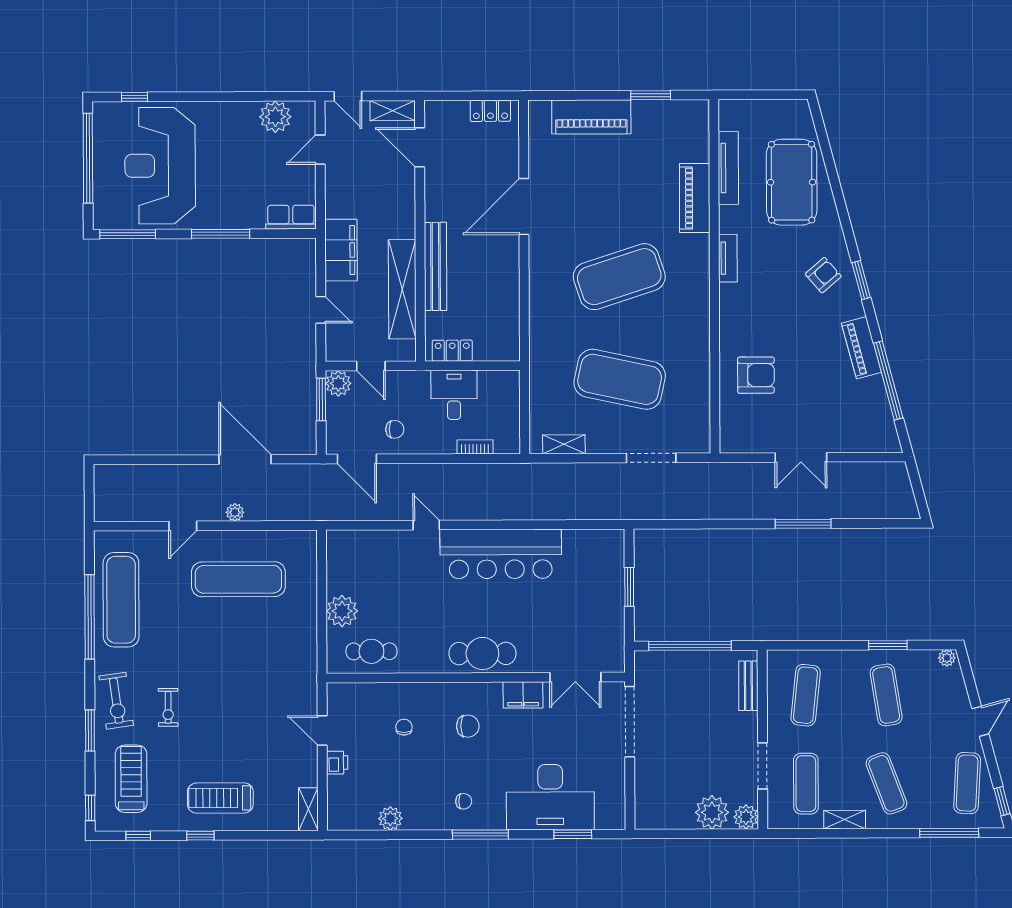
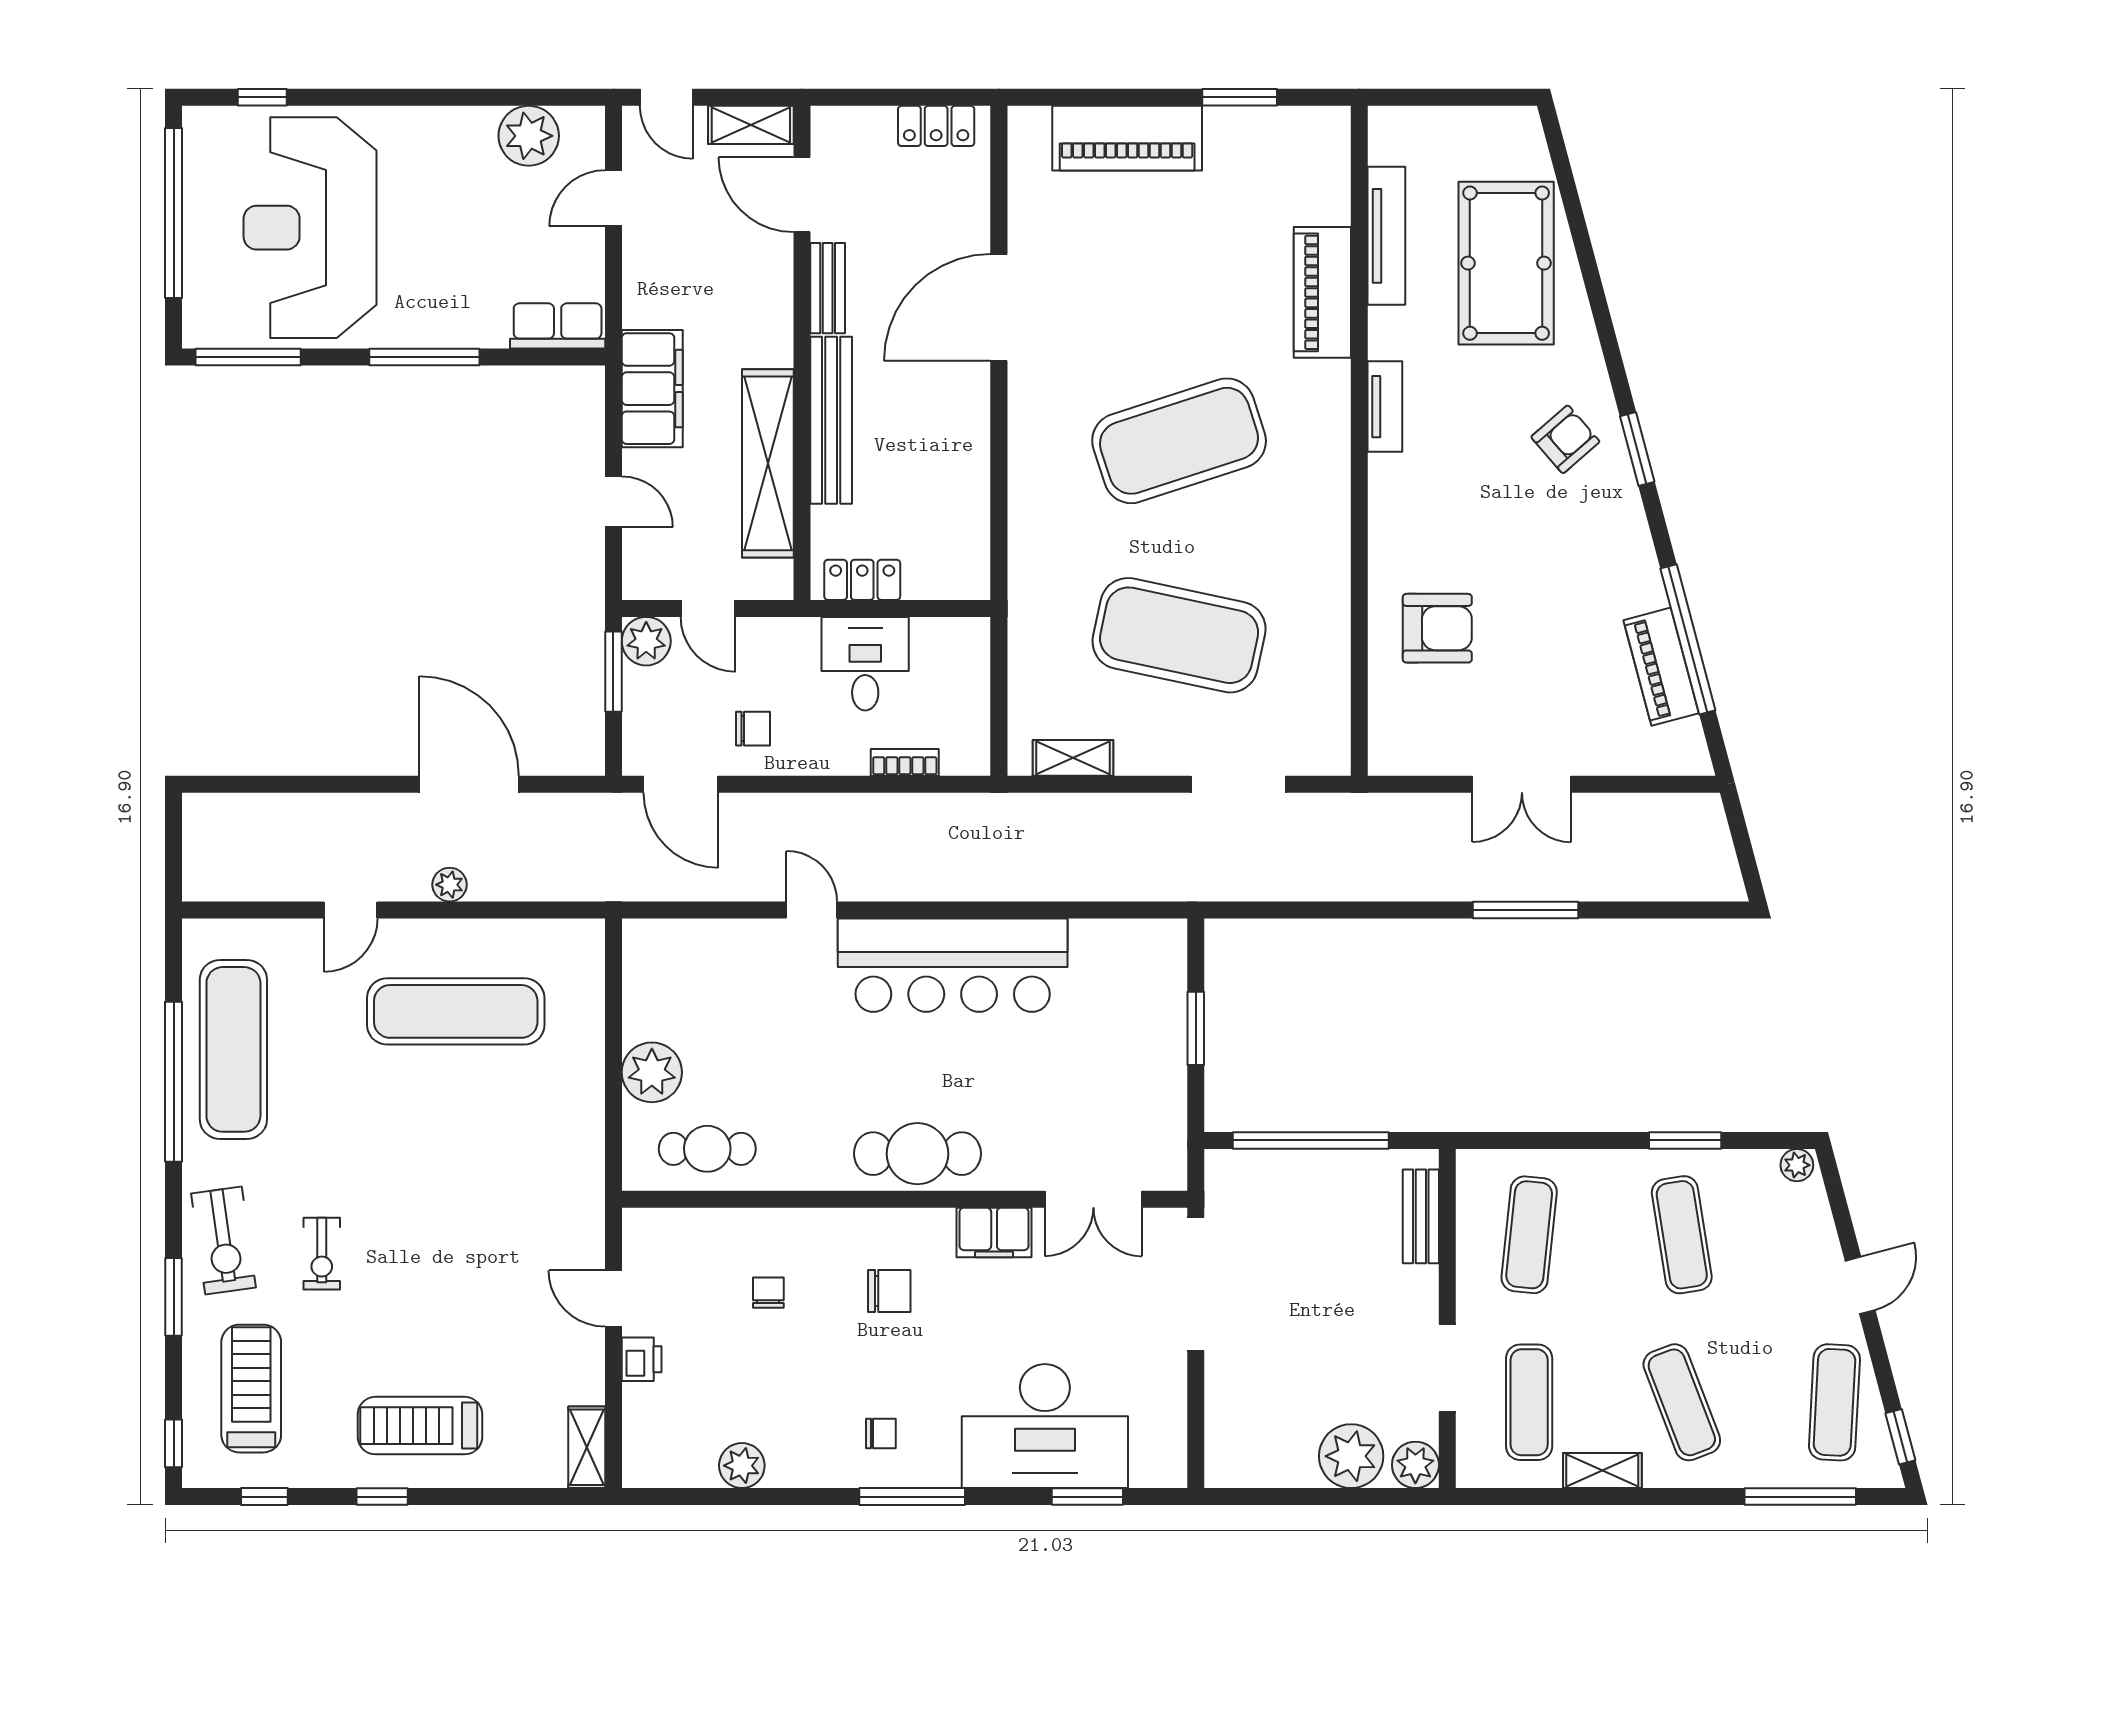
bench: (433, 197) -> (828, 288), added
piano: (861, 348) -> (1661, 667), moved

